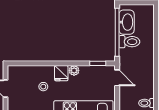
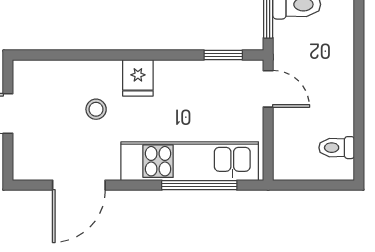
plant: (74, 70) -> (168, 72), removed

